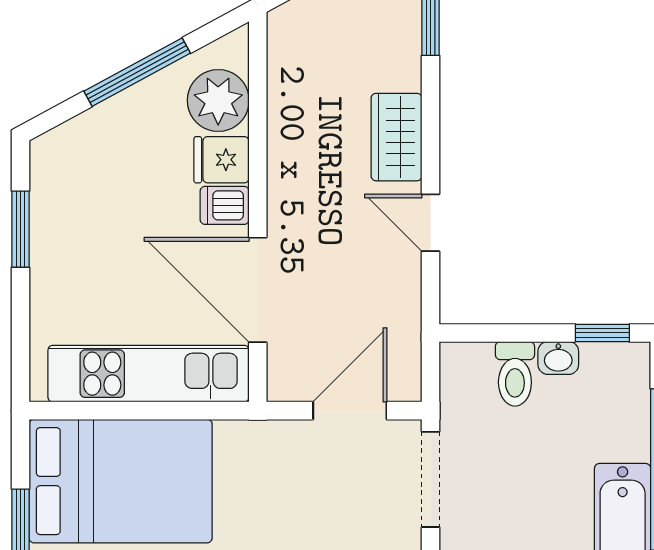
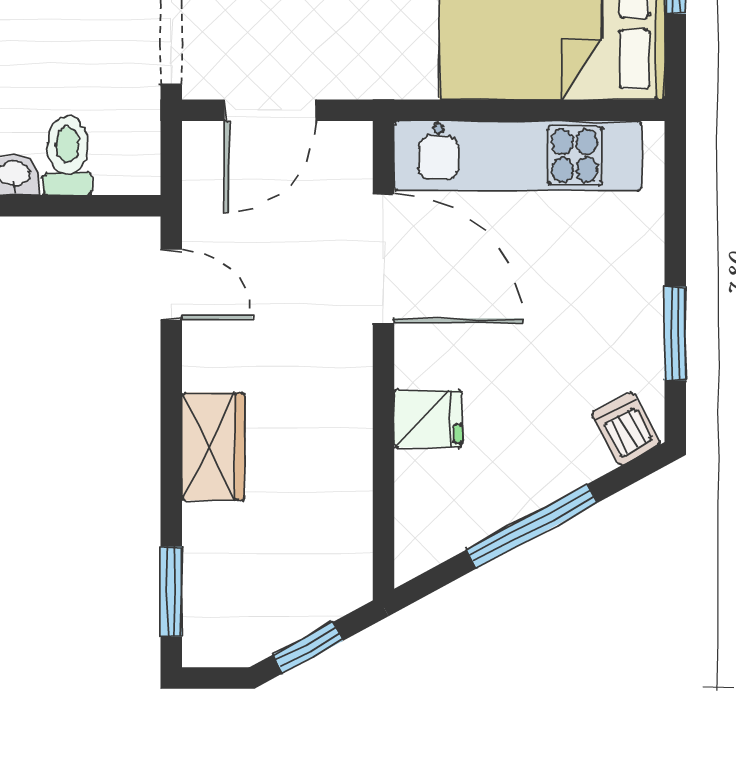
plant: (218, 100) -> (432, 491), removed
dishwasher: (225, 205) -> (626, 429), moved, turned -118
door: (430, 223) -> (171, 285), moved

